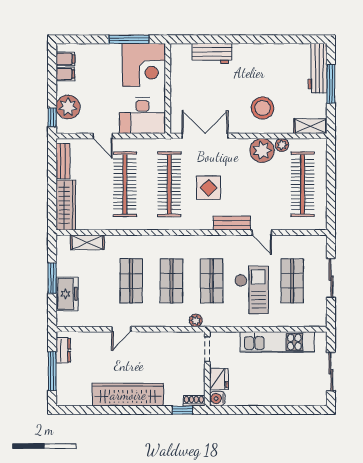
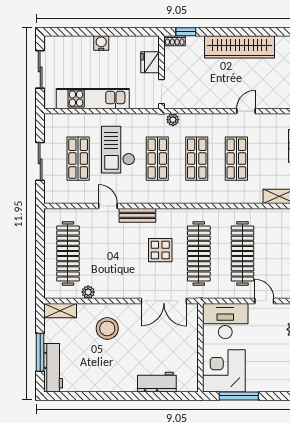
plant: (262, 150) -> (108, 287), removed
water cooler: (217, 399) -> (101, 43), moved, turned -90

